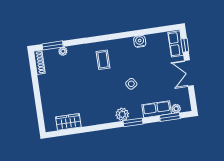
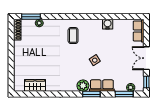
window: (185, 45) -> (146, 82), moved
row of seats: (157, 109) -> (102, 86), moved

